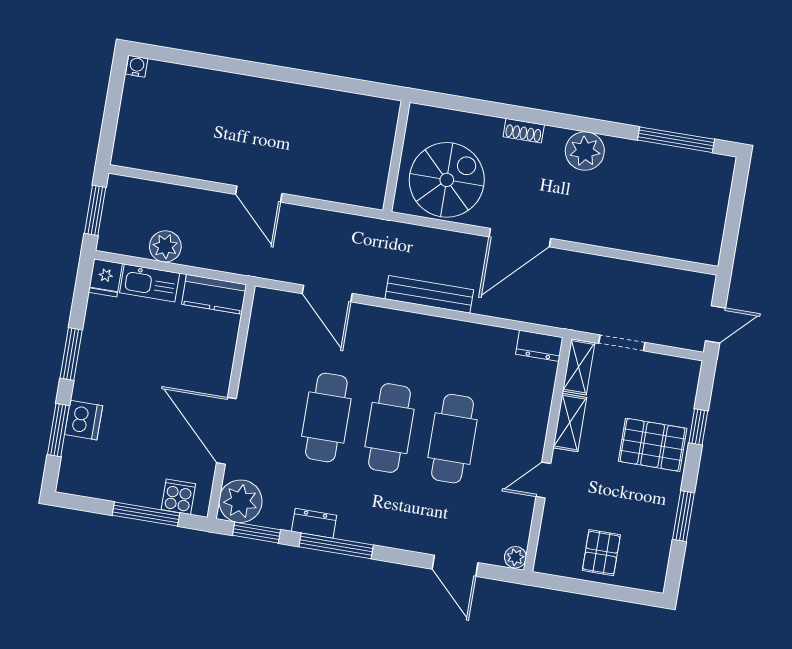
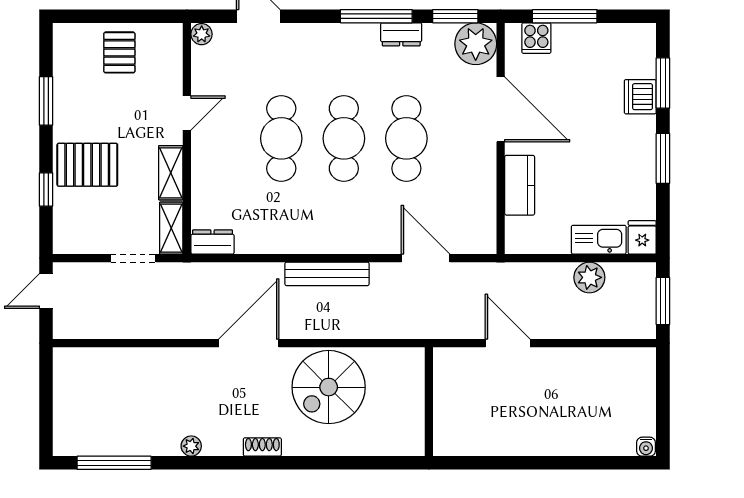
plant: (585, 151) -> (191, 446), width x0.53, depth x0.53
wall: (396, 156) -> (429, 402), moved
kitchen counter: (214, 294) -> (520, 185), moved, turned 90

